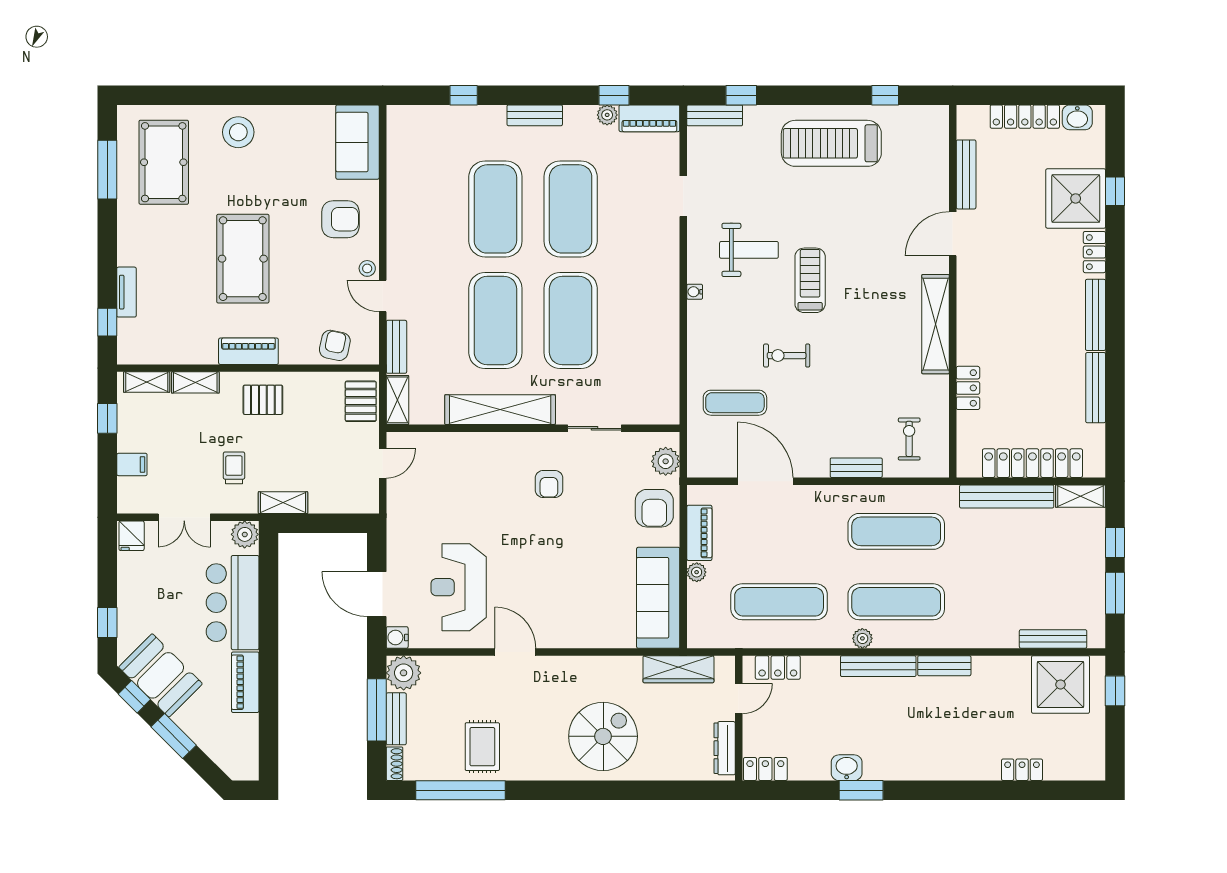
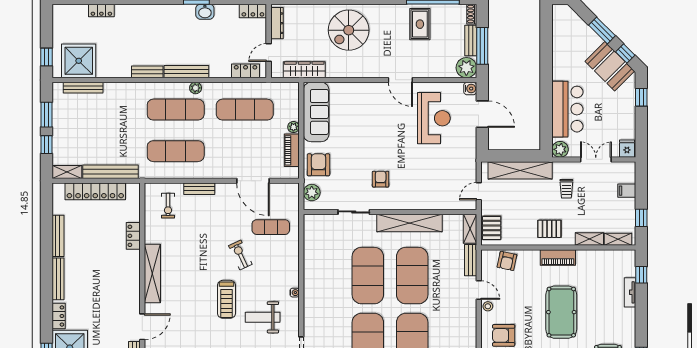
exercise bike: (787, 356) -> (240, 255), turned -115
shelving: (283, 503) -> (520, 170), width x2.20, depth x1.33
piano: (245, 682) -> (560, 62), removed

